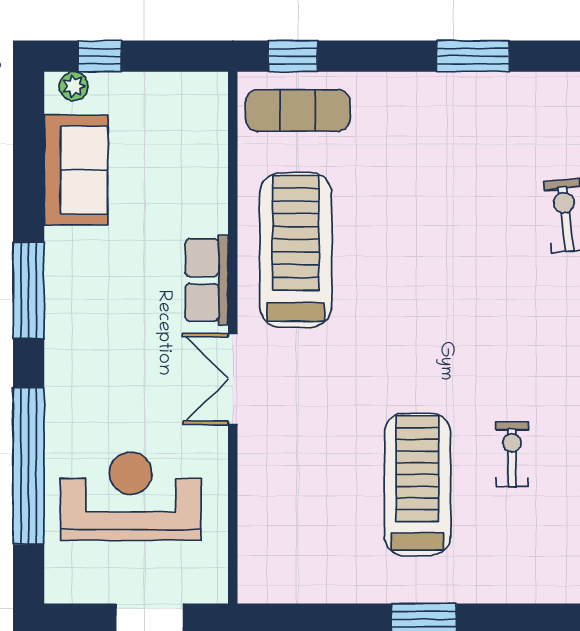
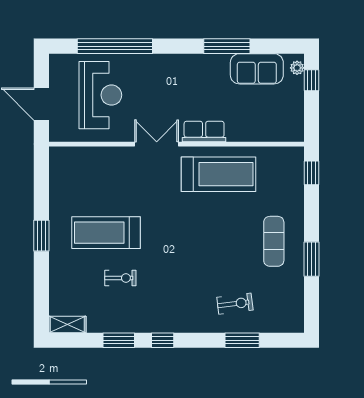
exercise mat: (298, 110) -> (274, 241), moved
window: (29, 291) -> (227, 46), moved
treadmill: (417, 484) -> (106, 233), turned 180

